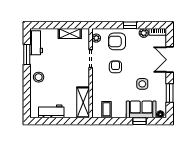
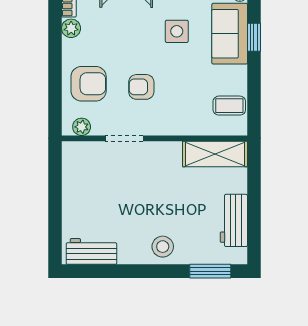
window: (130, 25) -> (55, 57), removed
shelving: (70, 34) -> (72, 182), removed
armchair: (117, 41) -> (89, 84), turned -90
window: (27, 55) -> (210, 271), moved

